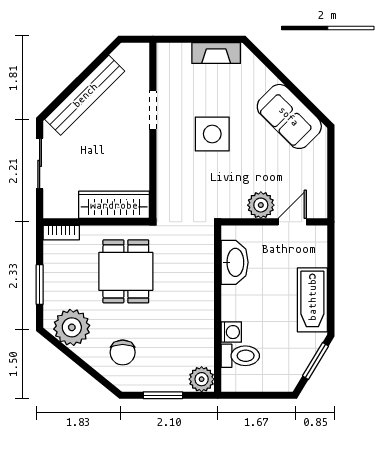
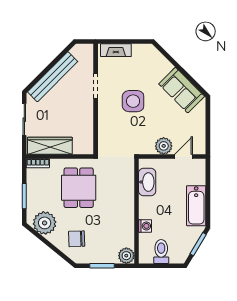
fireplace: (216, 53) -> (116, 50), moved
wardrobe: (114, 205) -> (50, 146), moved
chair: (123, 352) -> (77, 239), turned 88
toilet: (240, 356) -> (161, 252), moved, turned -90

